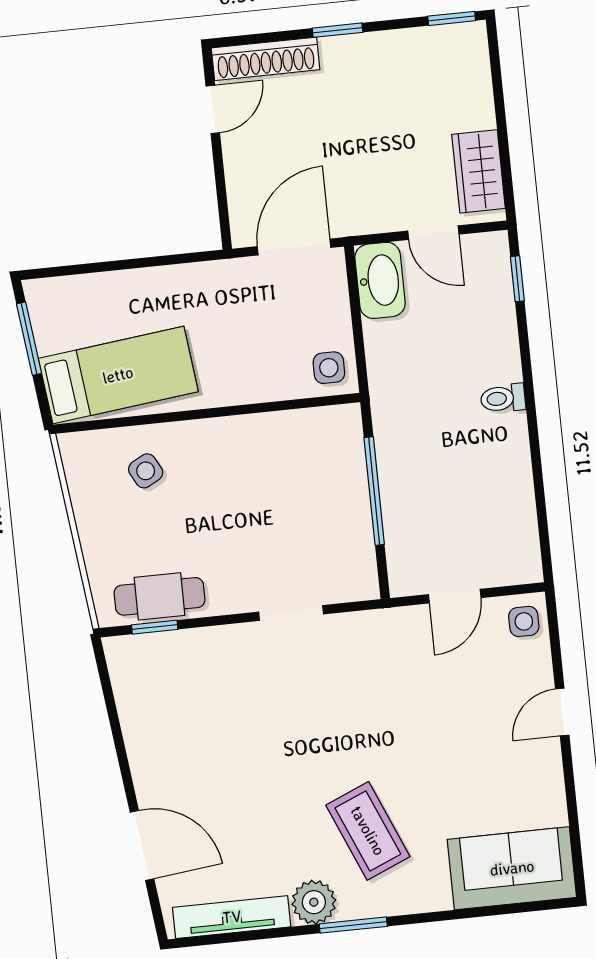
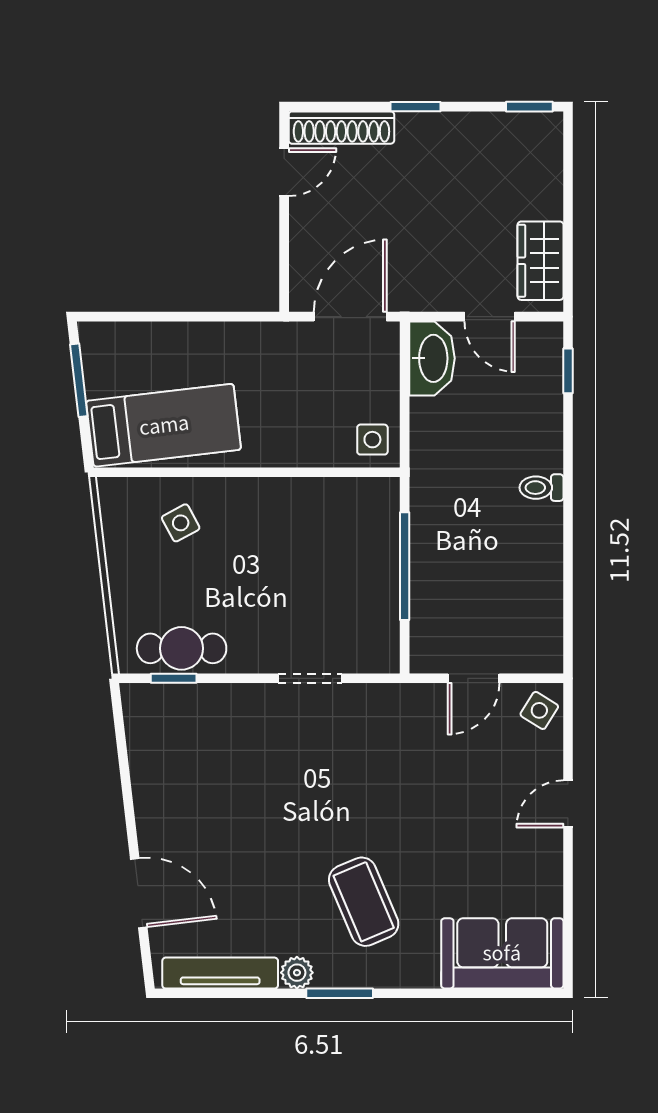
side table: (524, 621) -> (539, 710), turned 32
plant: (314, 902) -> (297, 973), width x0.73, depth x0.73

